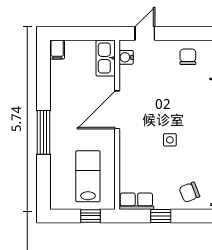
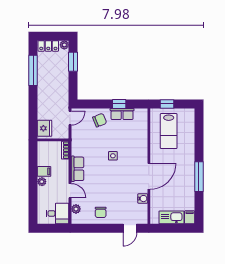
water cooler: (126, 57) -> (143, 199), moved
kitchen sink: (106, 58) -> (171, 217), moved, turned -90
window: (44, 132) -> (199, 177), moved
row of seats: (136, 201) -> (122, 114), moved

